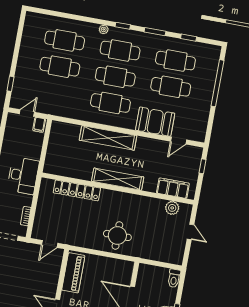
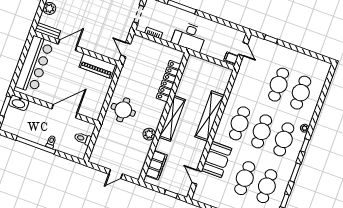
plant: (172, 208) -> (149, 134), moved
toilet: (174, 278) -> (83, 139), moved

